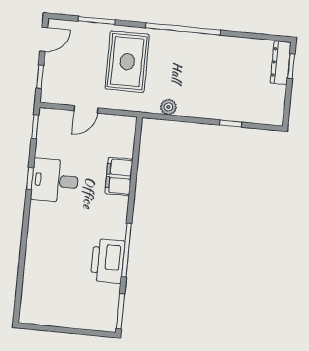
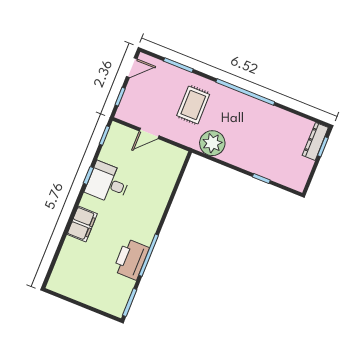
rug: (127, 62) -> (193, 105), width x0.73, depth x0.70
plant: (168, 107) -> (212, 143), width x1.87, depth x1.87
filing cabinet: (119, 176) -> (82, 224), moved, turned 180

